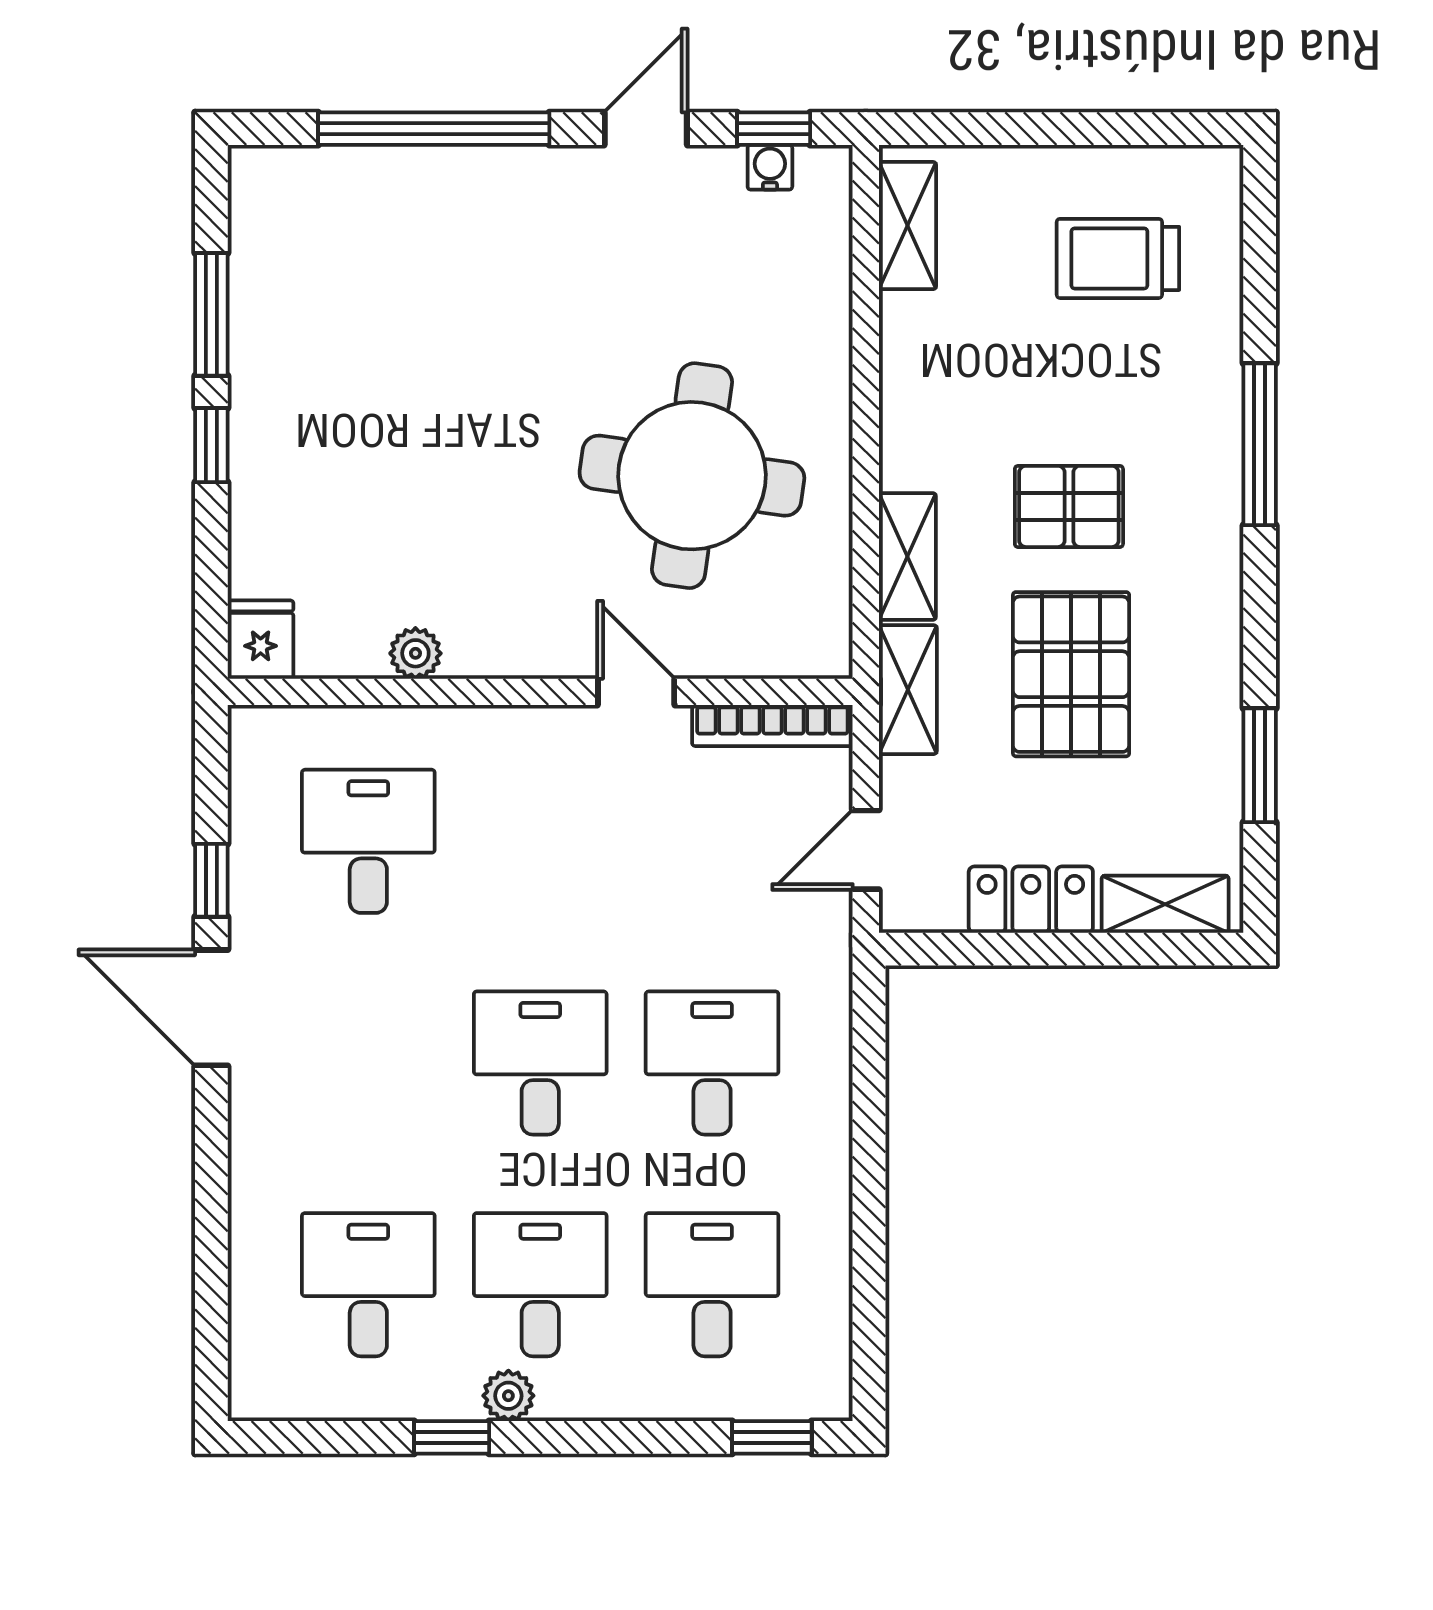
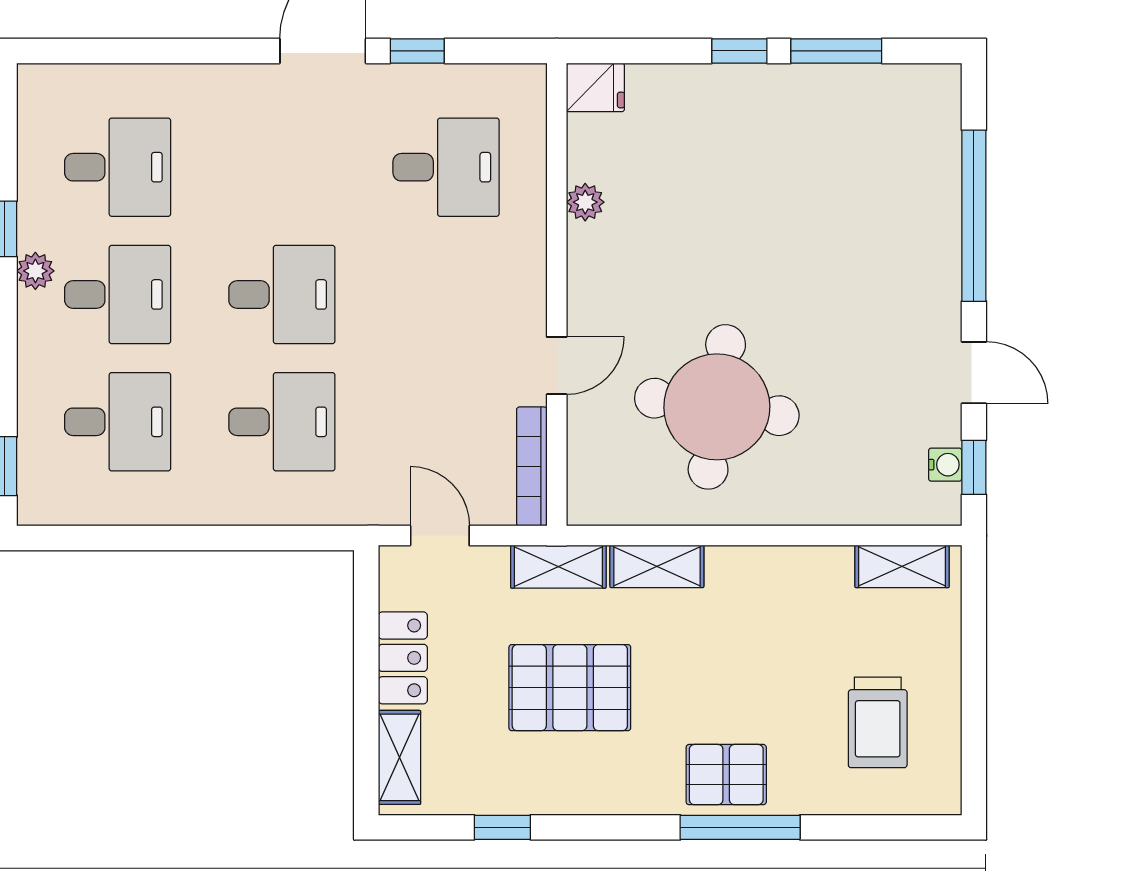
trolley: (1118, 258) -> (878, 722), turned 180
pallet: (1069, 506) -> (726, 775), moved, turned 90
window: (1260, 765) -> (502, 827), width x0.67

